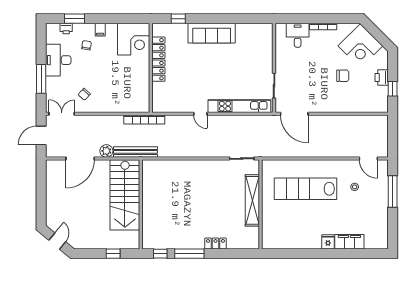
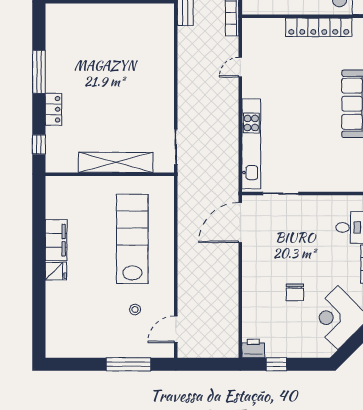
printer: (382, 77) -> (253, 348), moved
door: (200, 114) -> (240, 67), moved
filing cabinet: (349, 242) -> (56, 240), moved
window: (160, 254) -> (39, 144), moved

